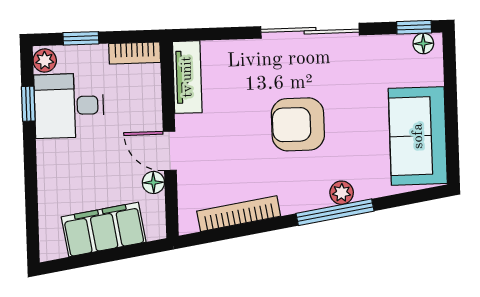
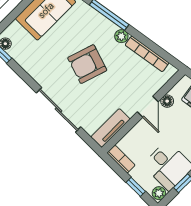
sliding door: (310, 31) -> (59, 110), moved
armchair: (298, 124) -> (87, 64), turned 108
plant: (342, 193) -> (121, 36), moved

